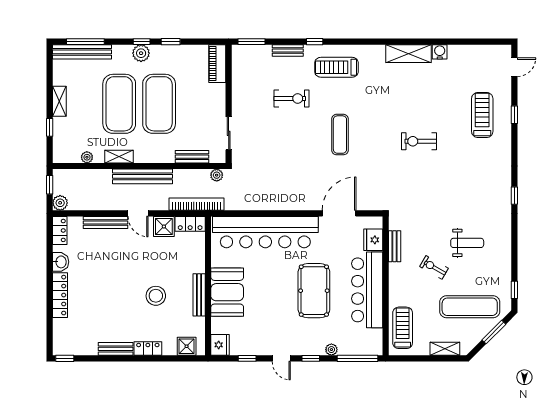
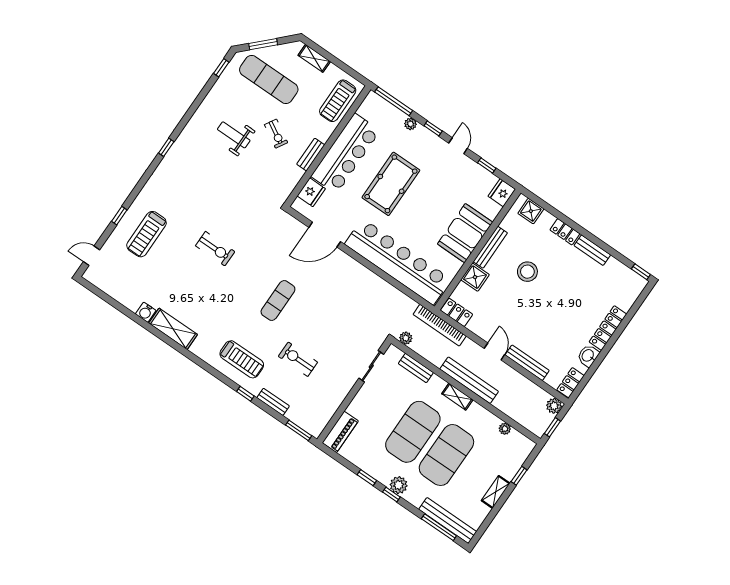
shelving: (119, 157) -> (457, 397), moved
shower: (164, 226) -> (475, 277), moved
bench: (395, 246) -> (311, 155), moved

